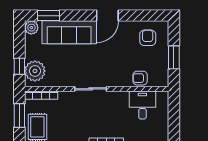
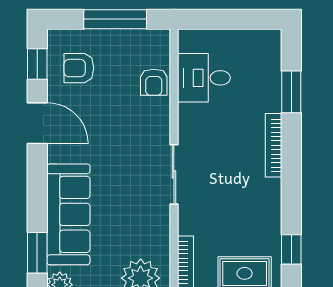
door: (107, 16) -> (37, 123), moved
window: (150, 16) -> (37, 64), added
window: (174, 57) -> (115, 19), width x1.44

